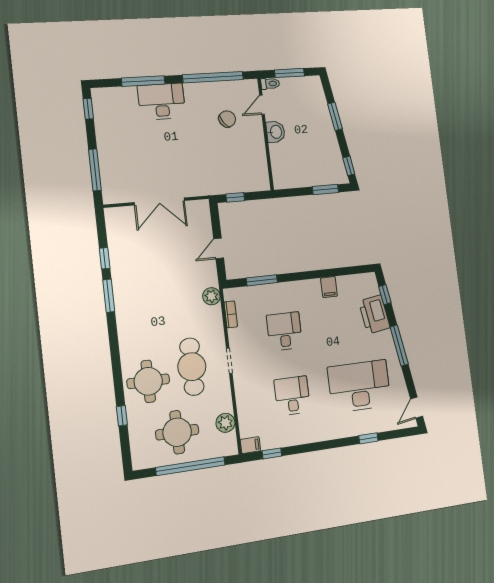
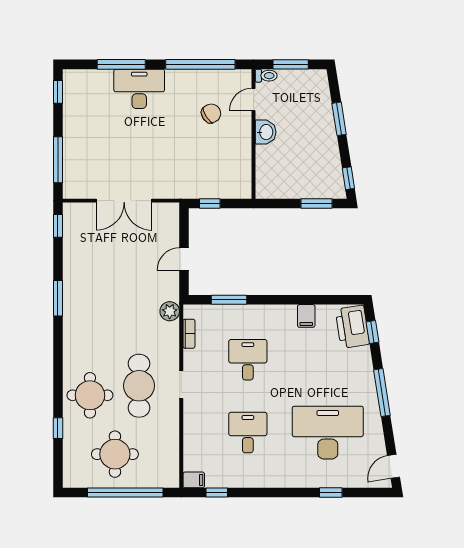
window: (105, 258) -> (58, 226), moved
printer: (374, 314) -> (352, 327), moved
plant: (225, 423) -> (169, 452), removed

